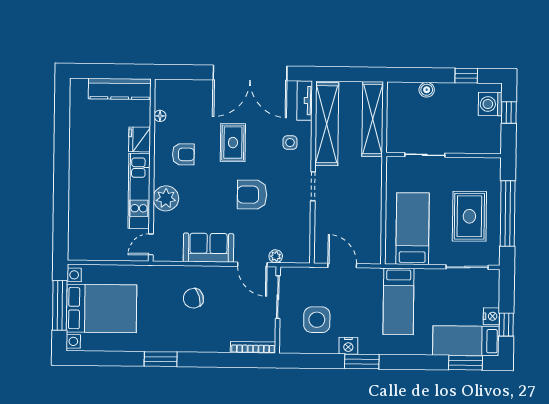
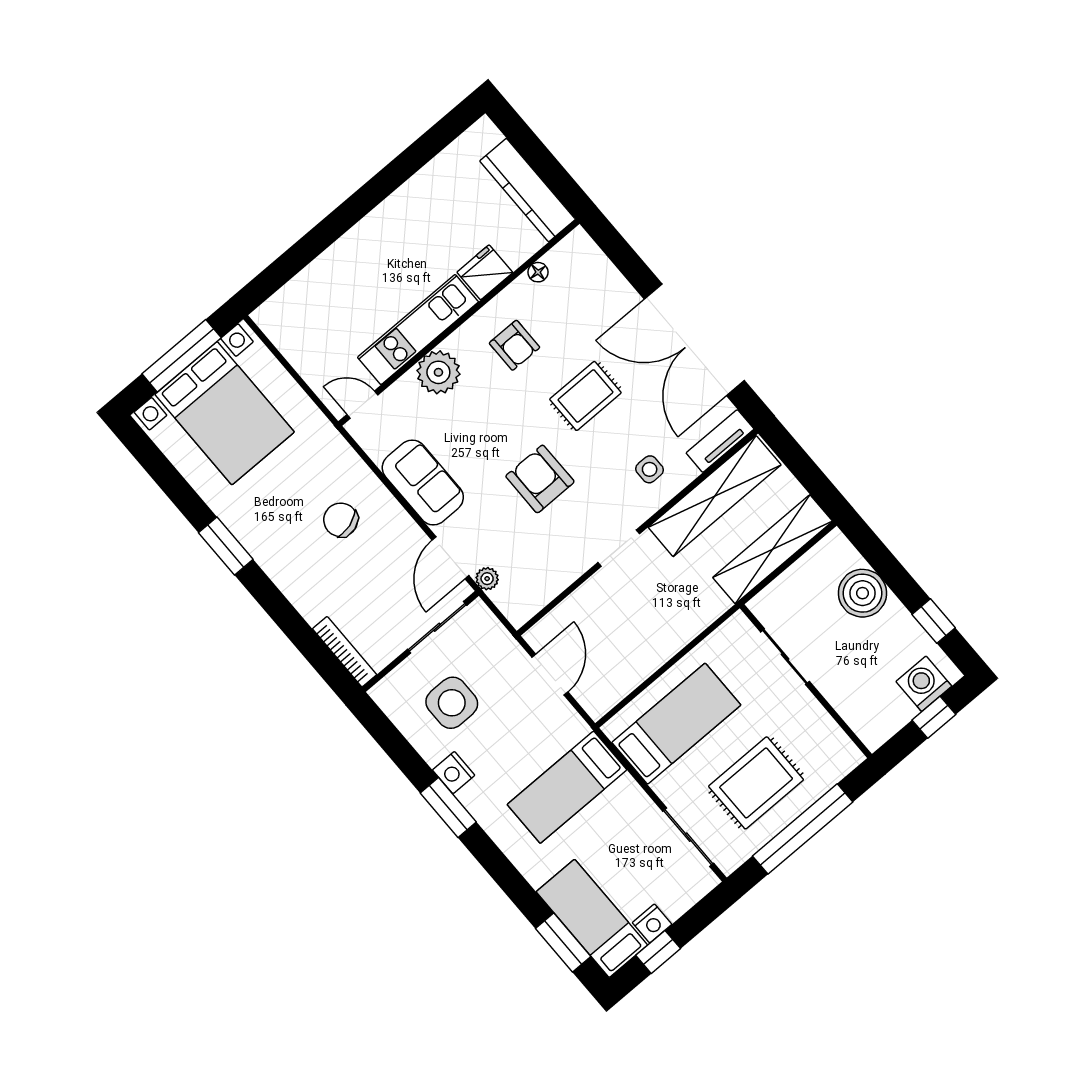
boiler: (427, 90) -> (863, 593), width x1.86, depth x1.86

